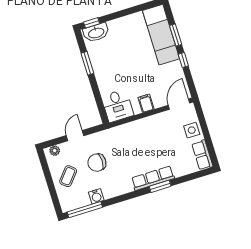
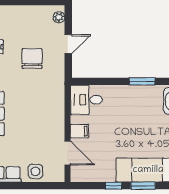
door: (179, 104) -> (68, 153), moved
door: (75, 136) -> (68, 44), hinge flipped
coffee table: (68, 176) -> (27, 23), removed

